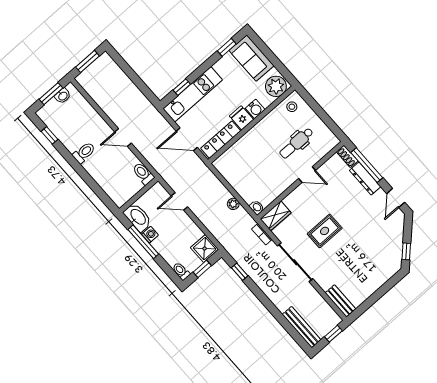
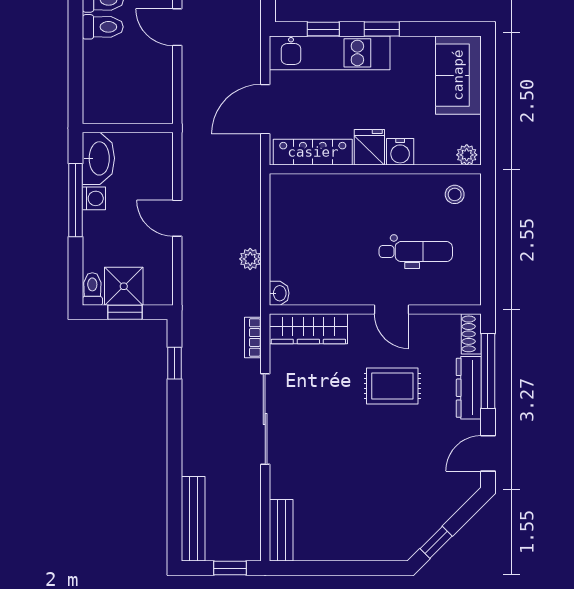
window: (227, 47) -> (382, 29), moved
plant: (276, 86) -> (467, 155), width x0.53, depth x0.53
door: (187, 139) -> (265, 109), hinge flipped
dental chair: (296, 143) -> (416, 252), turned 180
toilet: (143, 174) -> (103, 27), moved, turned 90
door: (179, 201) -> (177, 218), moved
wardrobe: (276, 216) -> (308, 329), width x1.50
rug: (325, 231) -> (392, 386), moved
shower: (205, 249) -> (124, 286), moved

